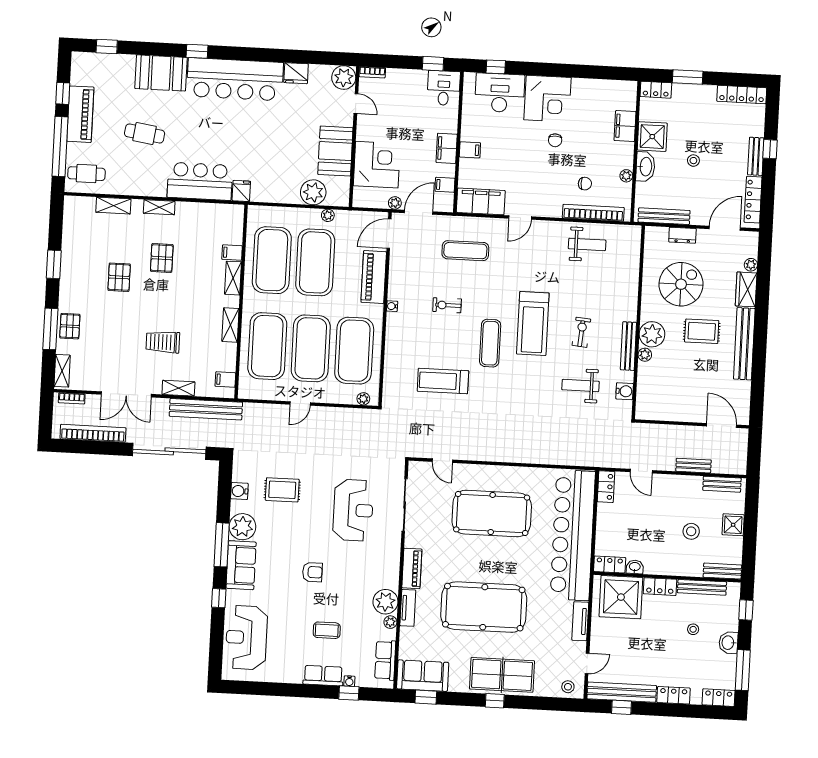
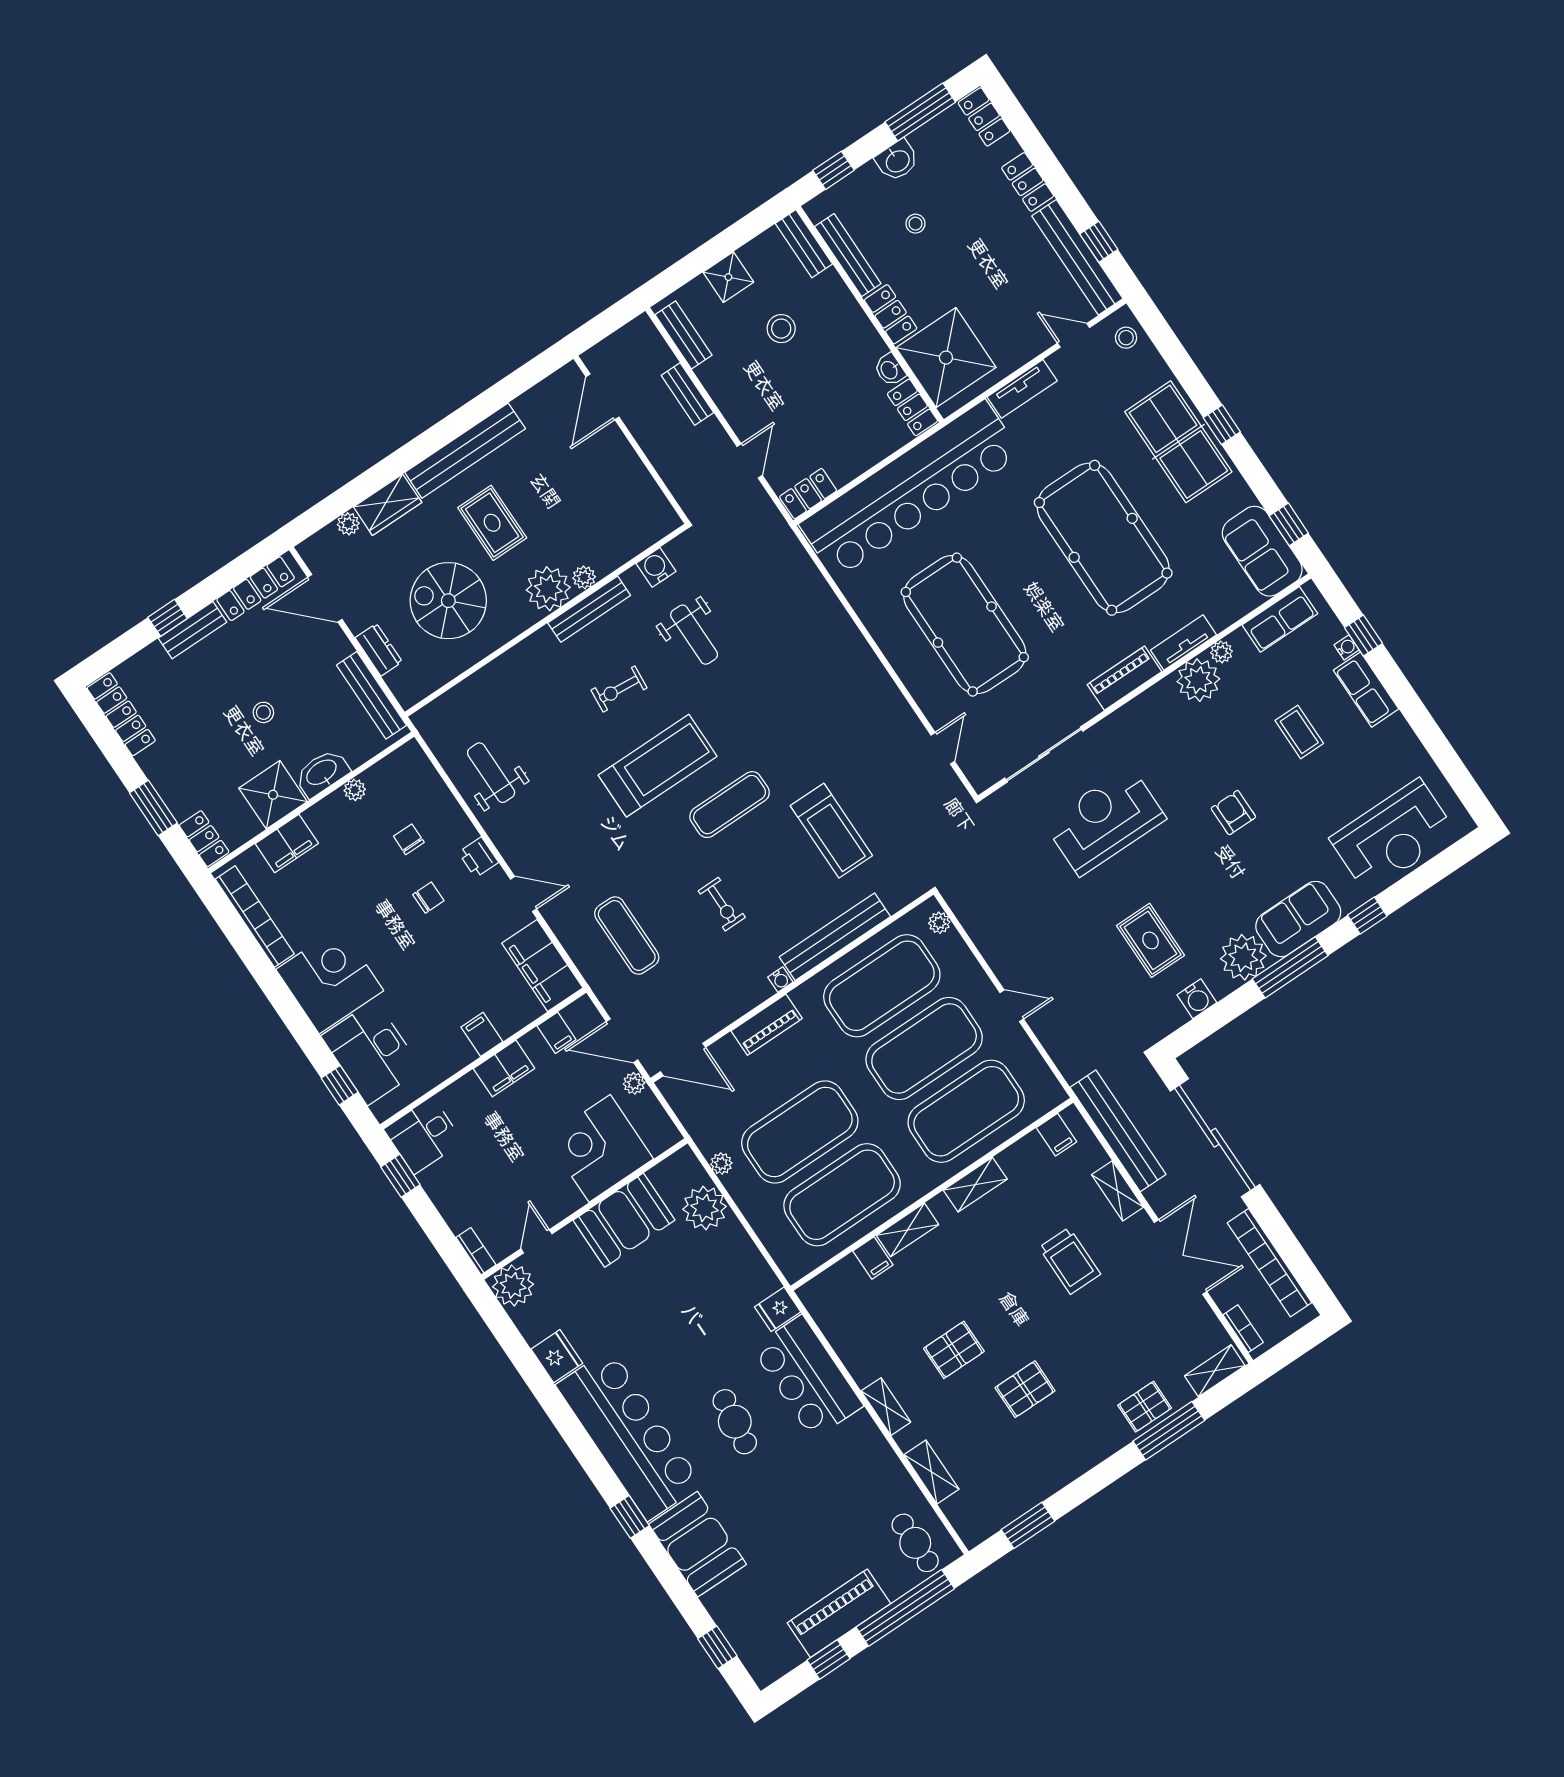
cafe table: (145, 133) -> (735, 1422), moved
chair: (555, 140) -> (428, 898), moved
printer: (553, 209) -> (478, 857), added
bookcase: (593, 213) -> (255, 917), moved, turned 180
window: (54, 264) -> (1028, 1525), moved
piano: (374, 277) -> (767, 1025), width x0.73, depth x0.75
bench: (393, 346) -> (835, 937), added

